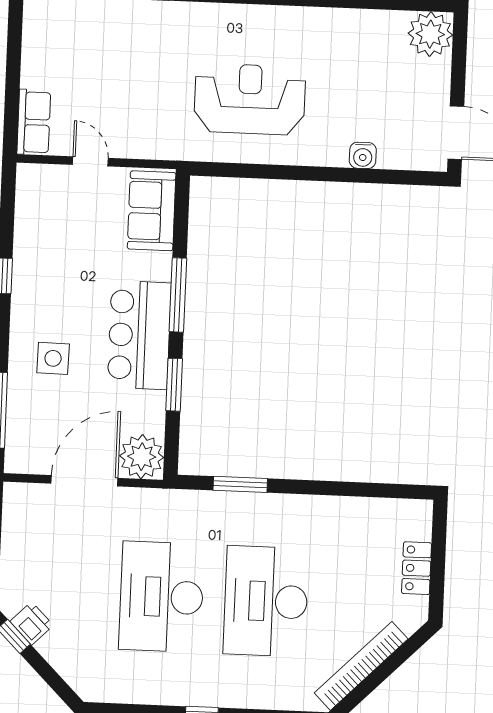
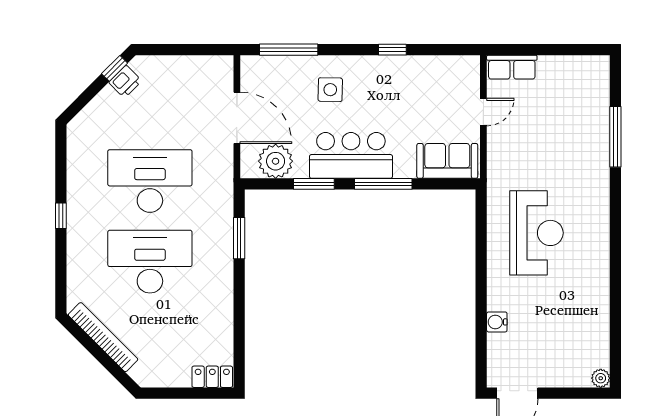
plant: (430, 34) -> (601, 378), width x0.53, depth x0.53
plant: (142, 457) -> (276, 161), moved
locker: (417, 568) -> (212, 377), moved

